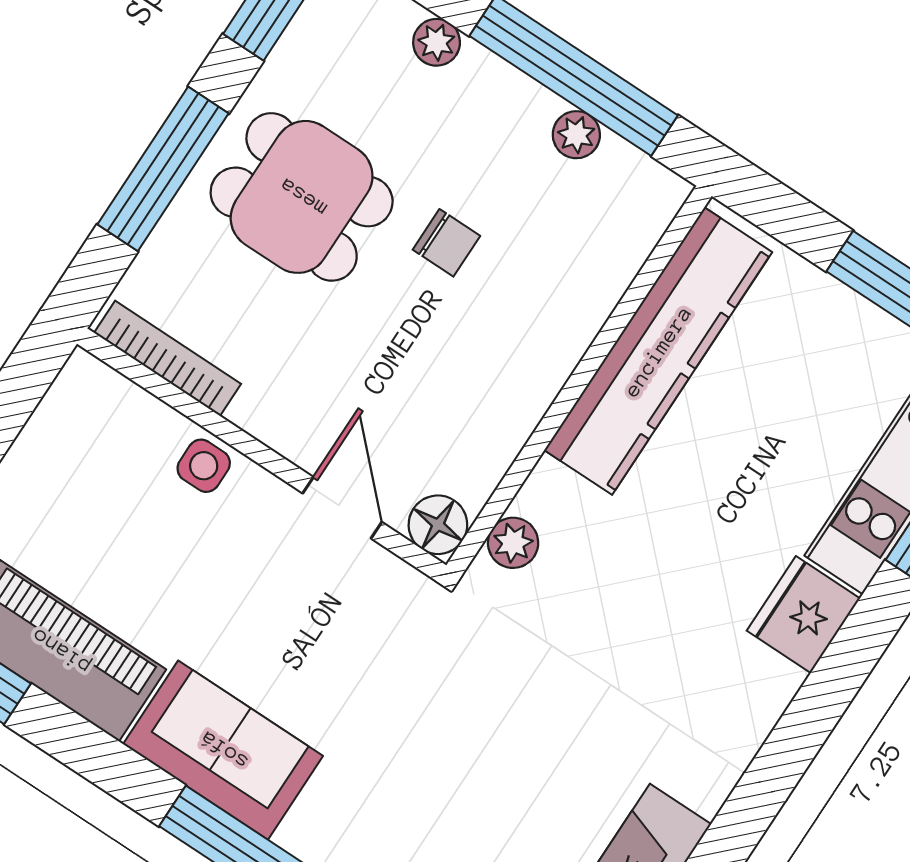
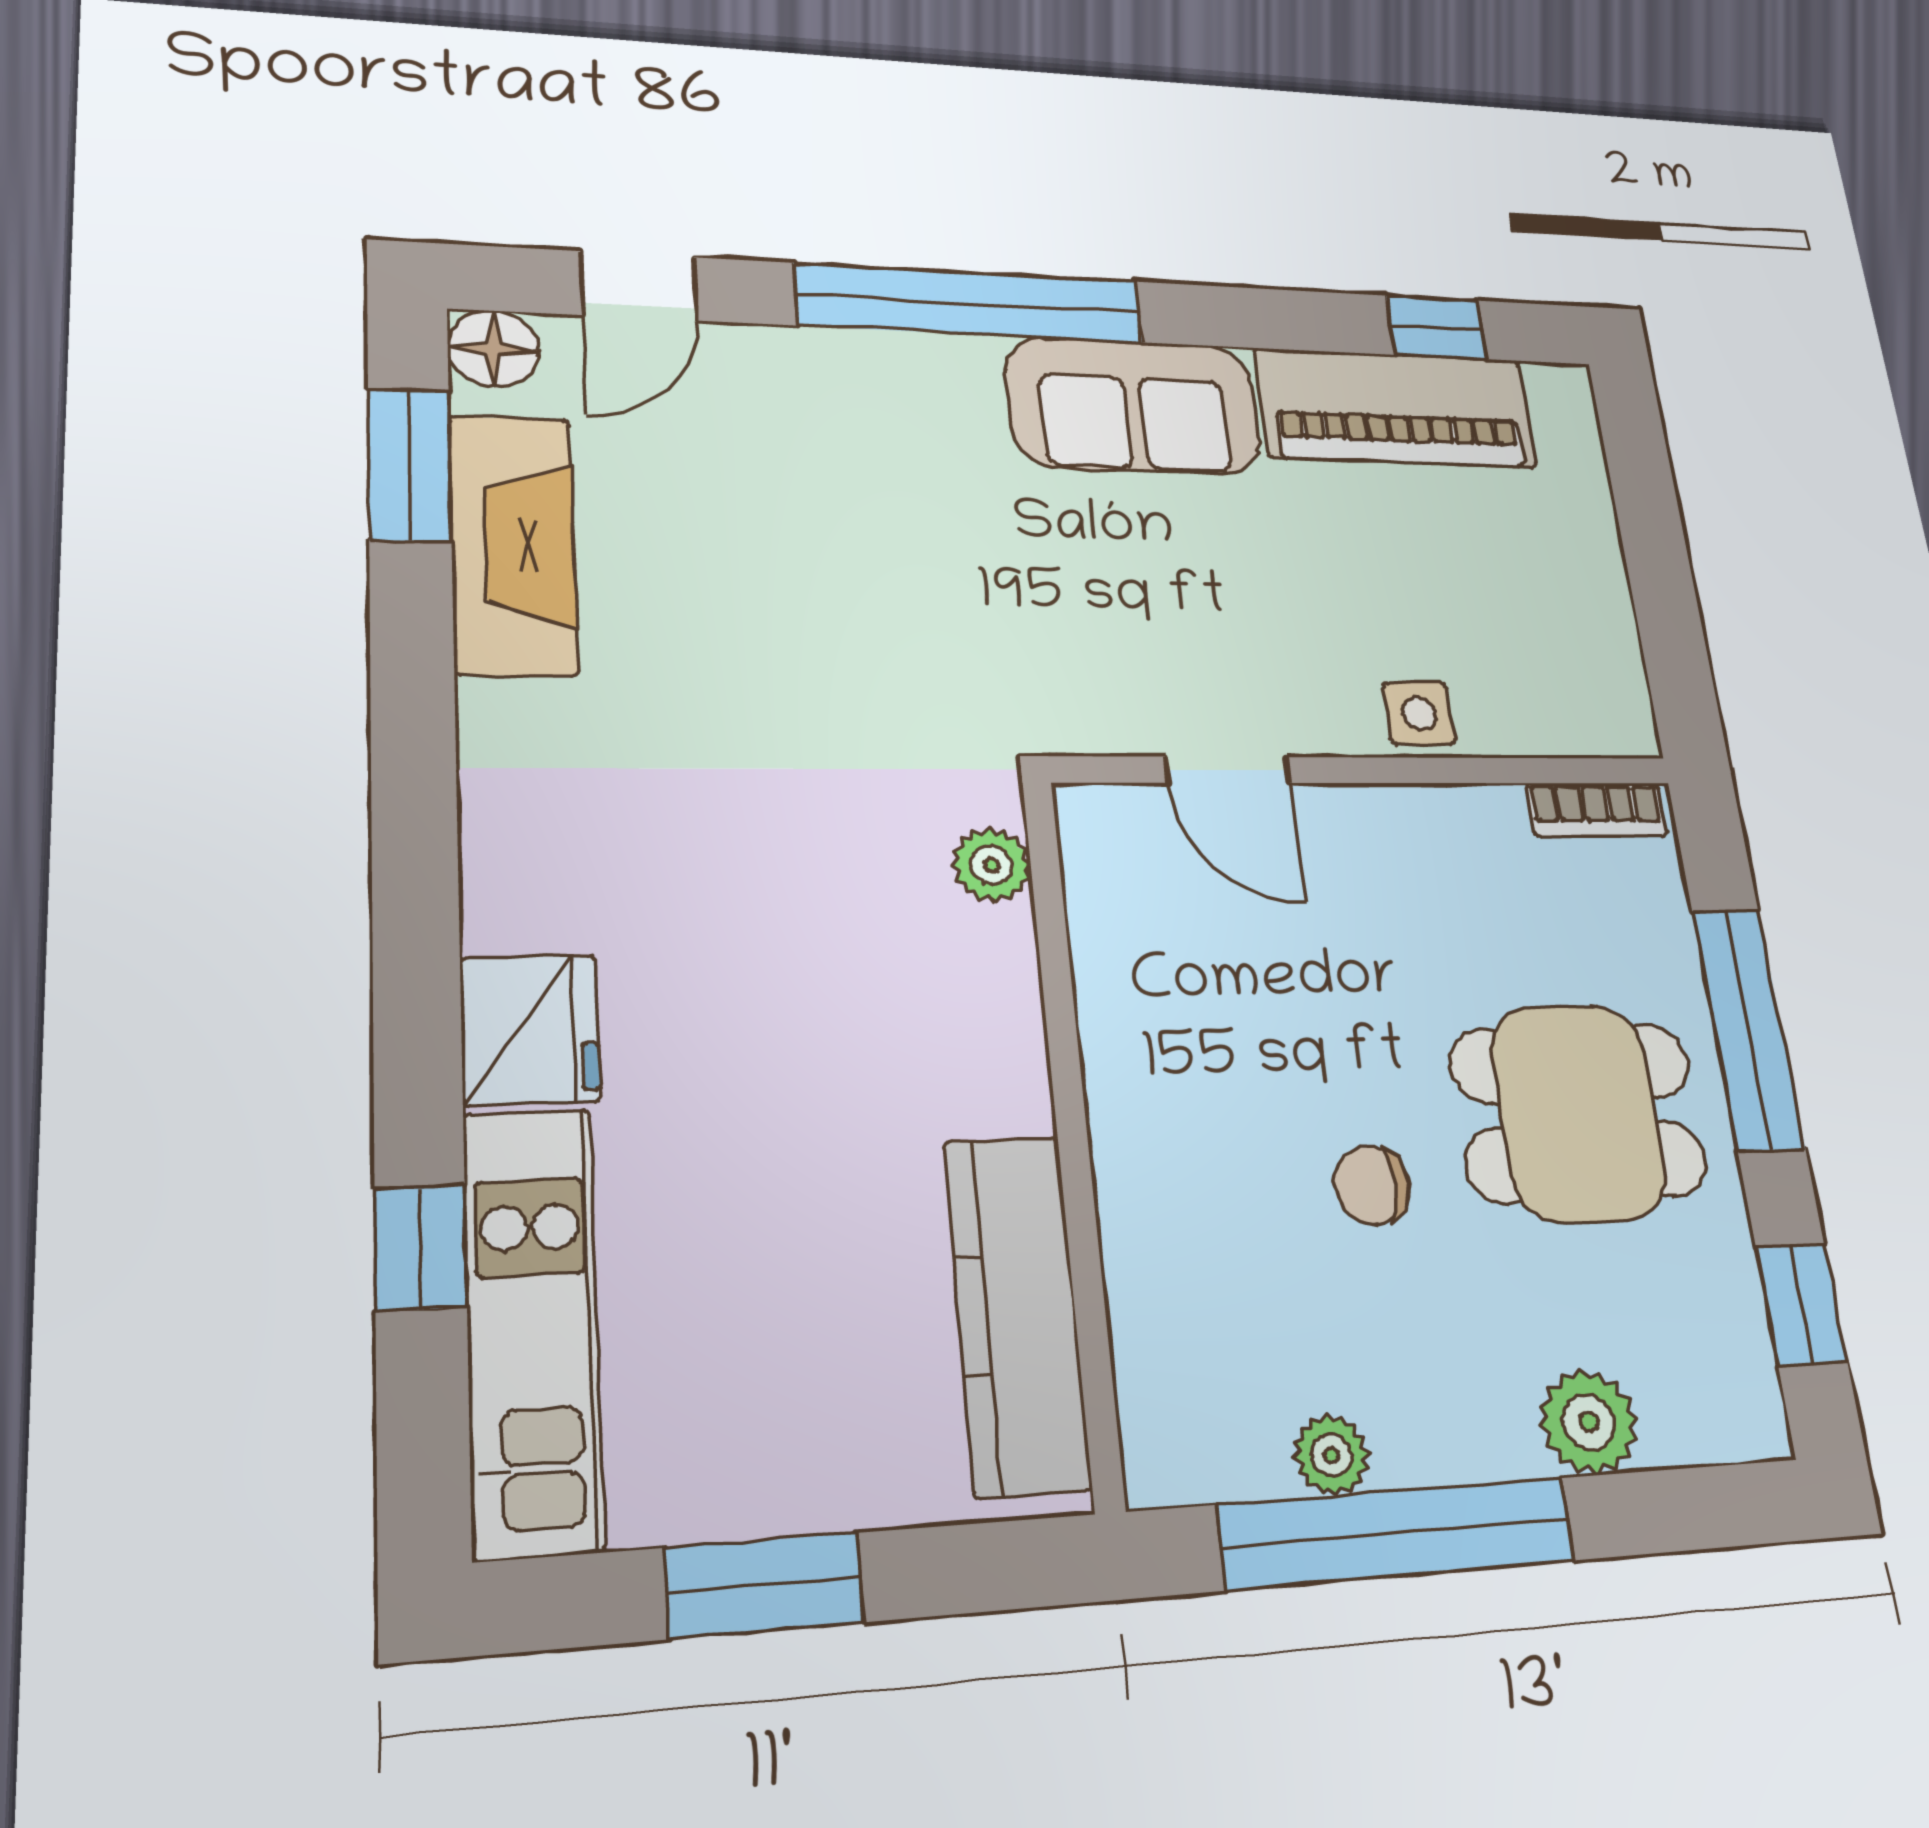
plant: (437, 42) -> (1589, 1422), width x1.38, depth x1.38
kitchen counter: (658, 351) -> (1017, 1313), width x0.72, depth x0.86
bookcase: (168, 358) -> (1597, 810), width x0.64
floor lamp: (438, 525) -> (1100, 825), removed

